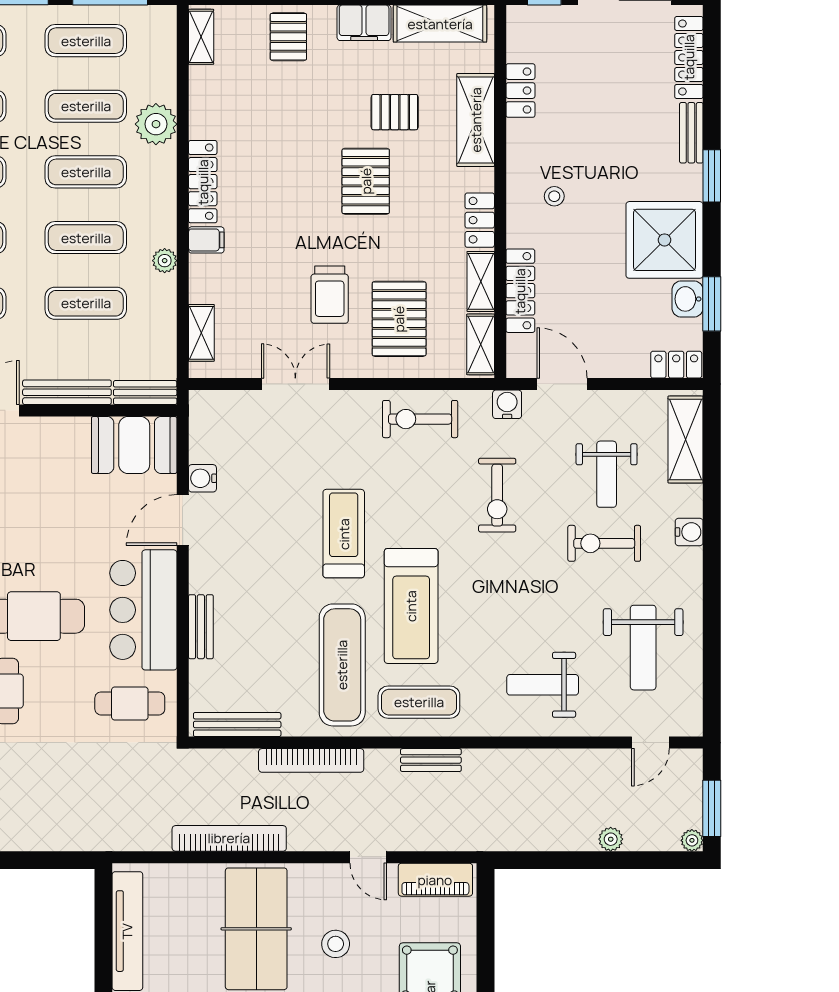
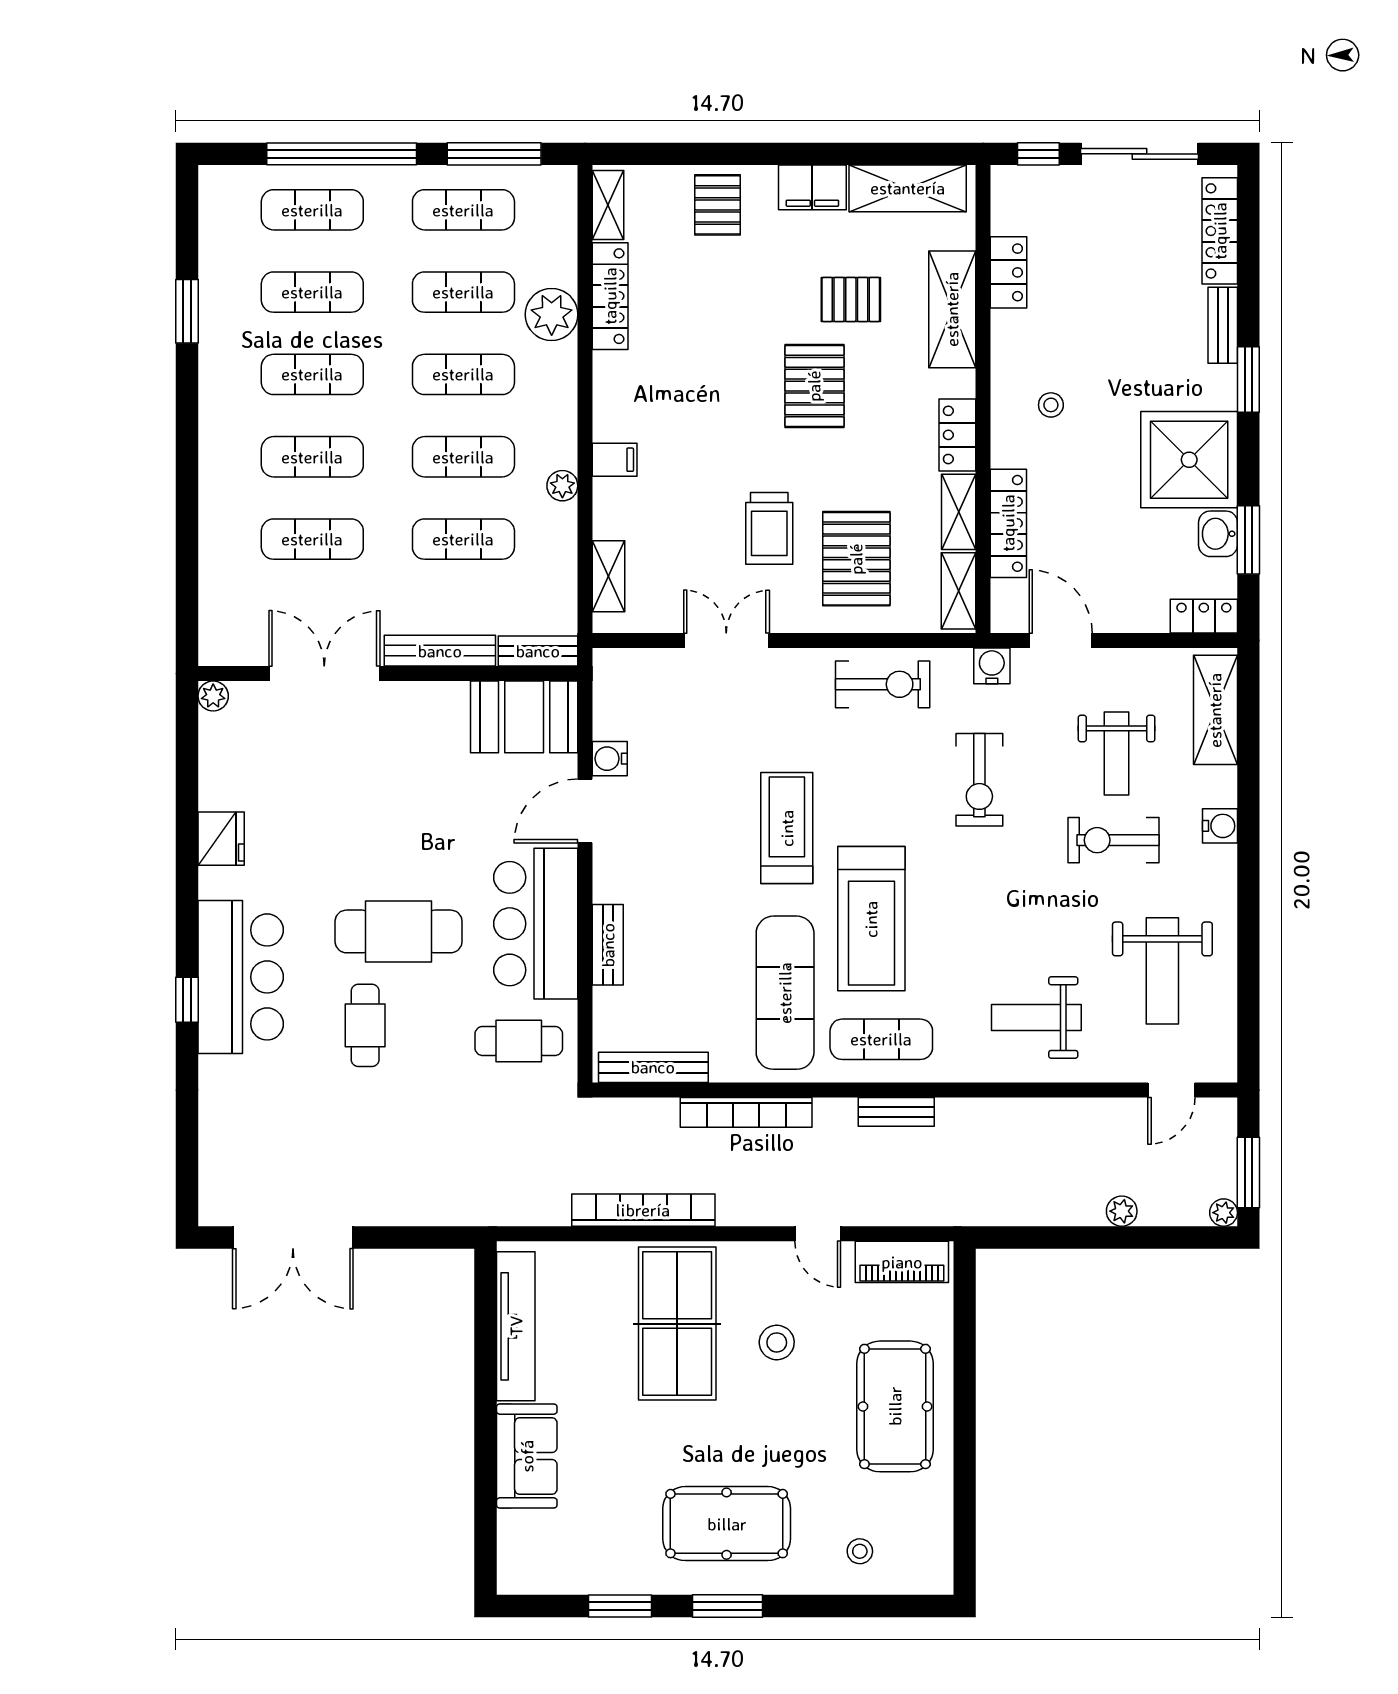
locker: (203, 182) -> (610, 296), moved
exercise bike: (420, 419) -> (883, 684), turned 180

